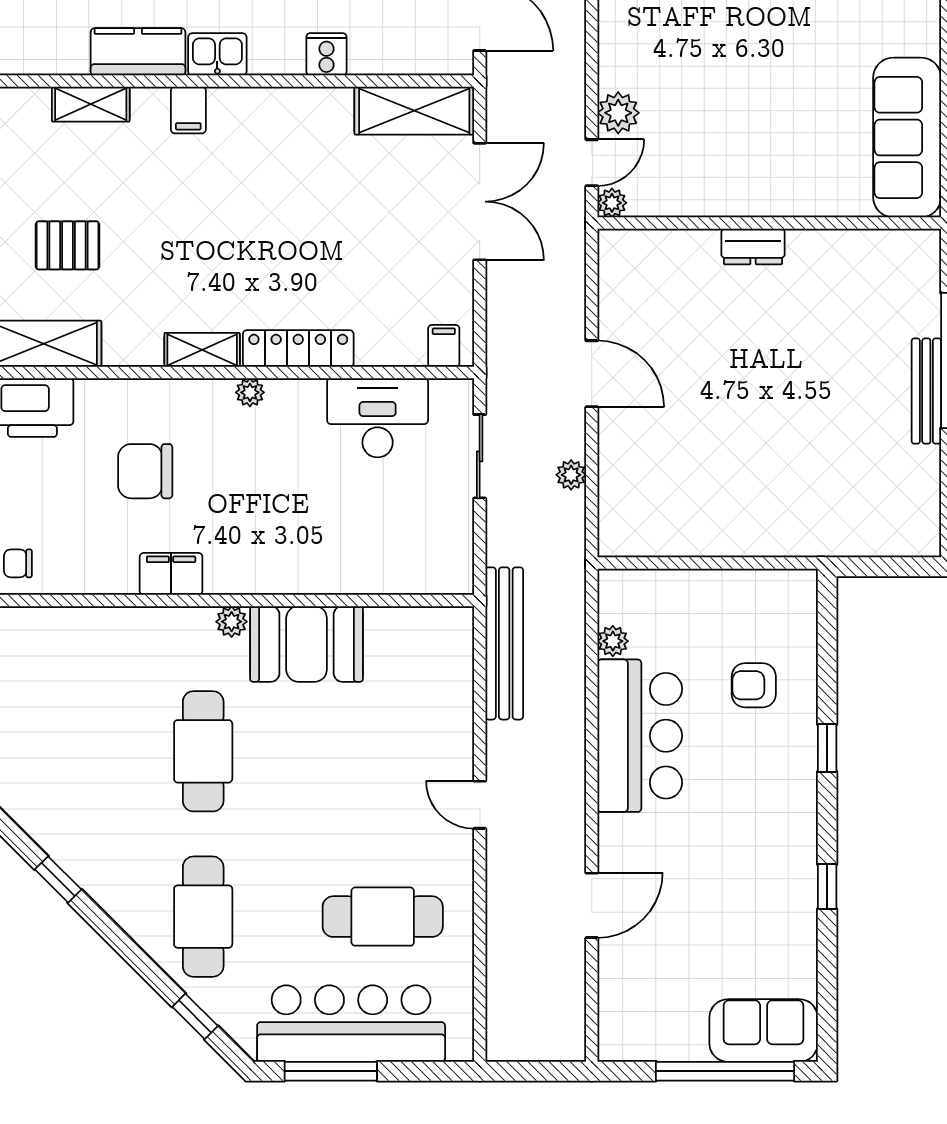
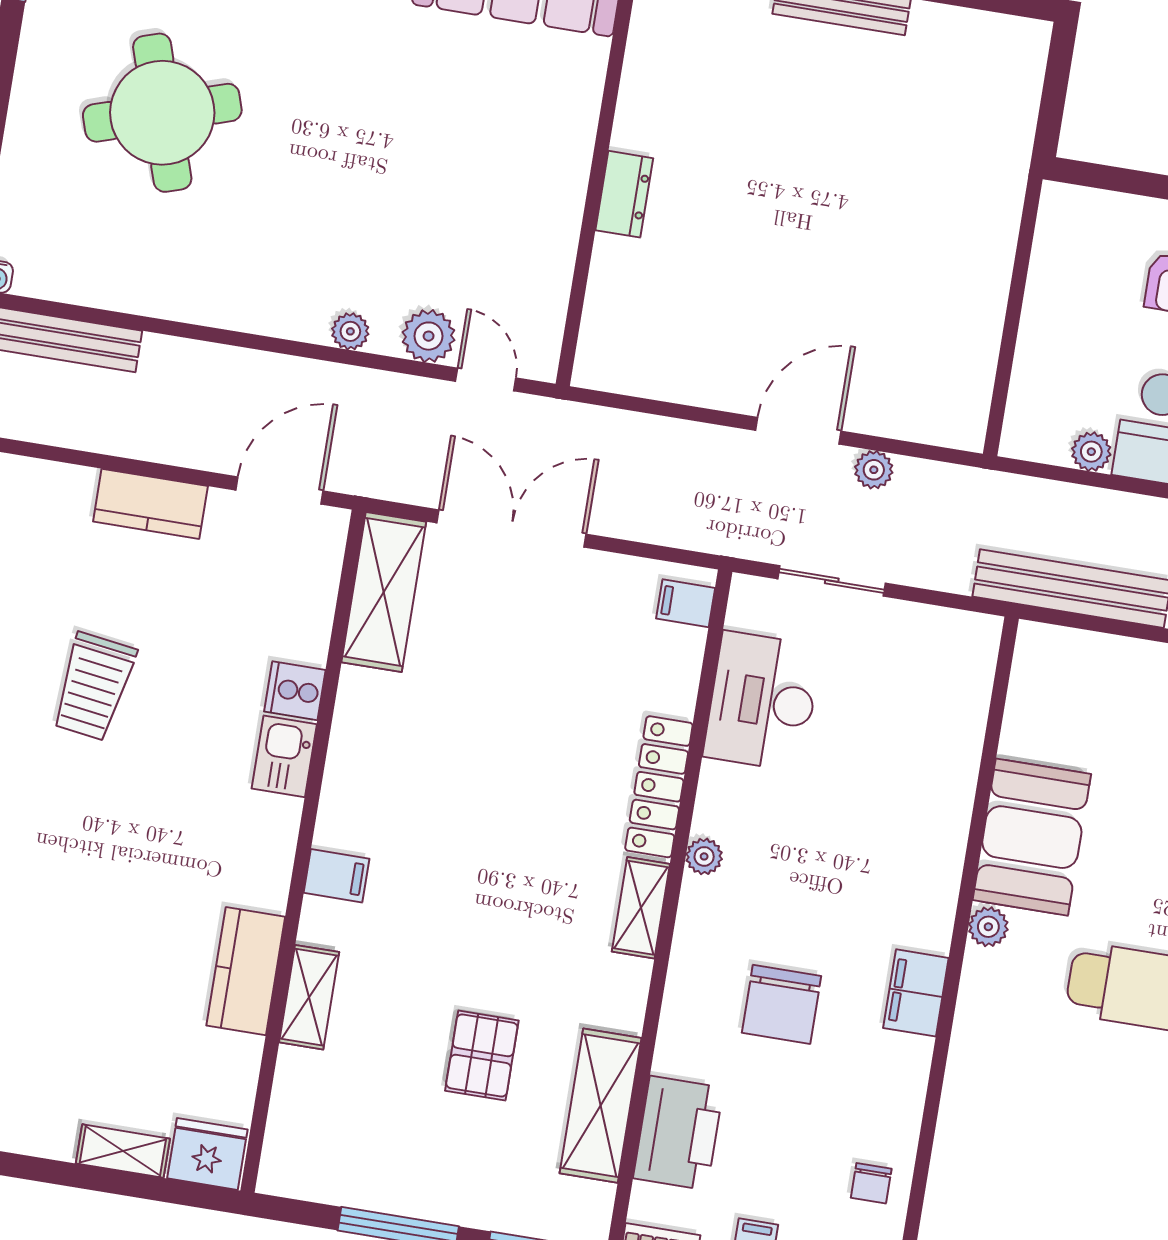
kitchen counter: (138, 52) -> (246, 971), moved
kitchen sink: (217, 54) -> (284, 756), moved
plant: (612, 203) -> (350, 331), moved
door: (592, 374) -> (798, 431), moved

